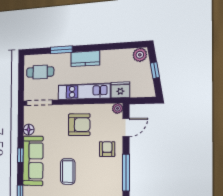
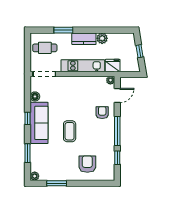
plant: (140, 55) -> (102, 38), moved
armchair: (79, 125) -> (79, 93), removed

